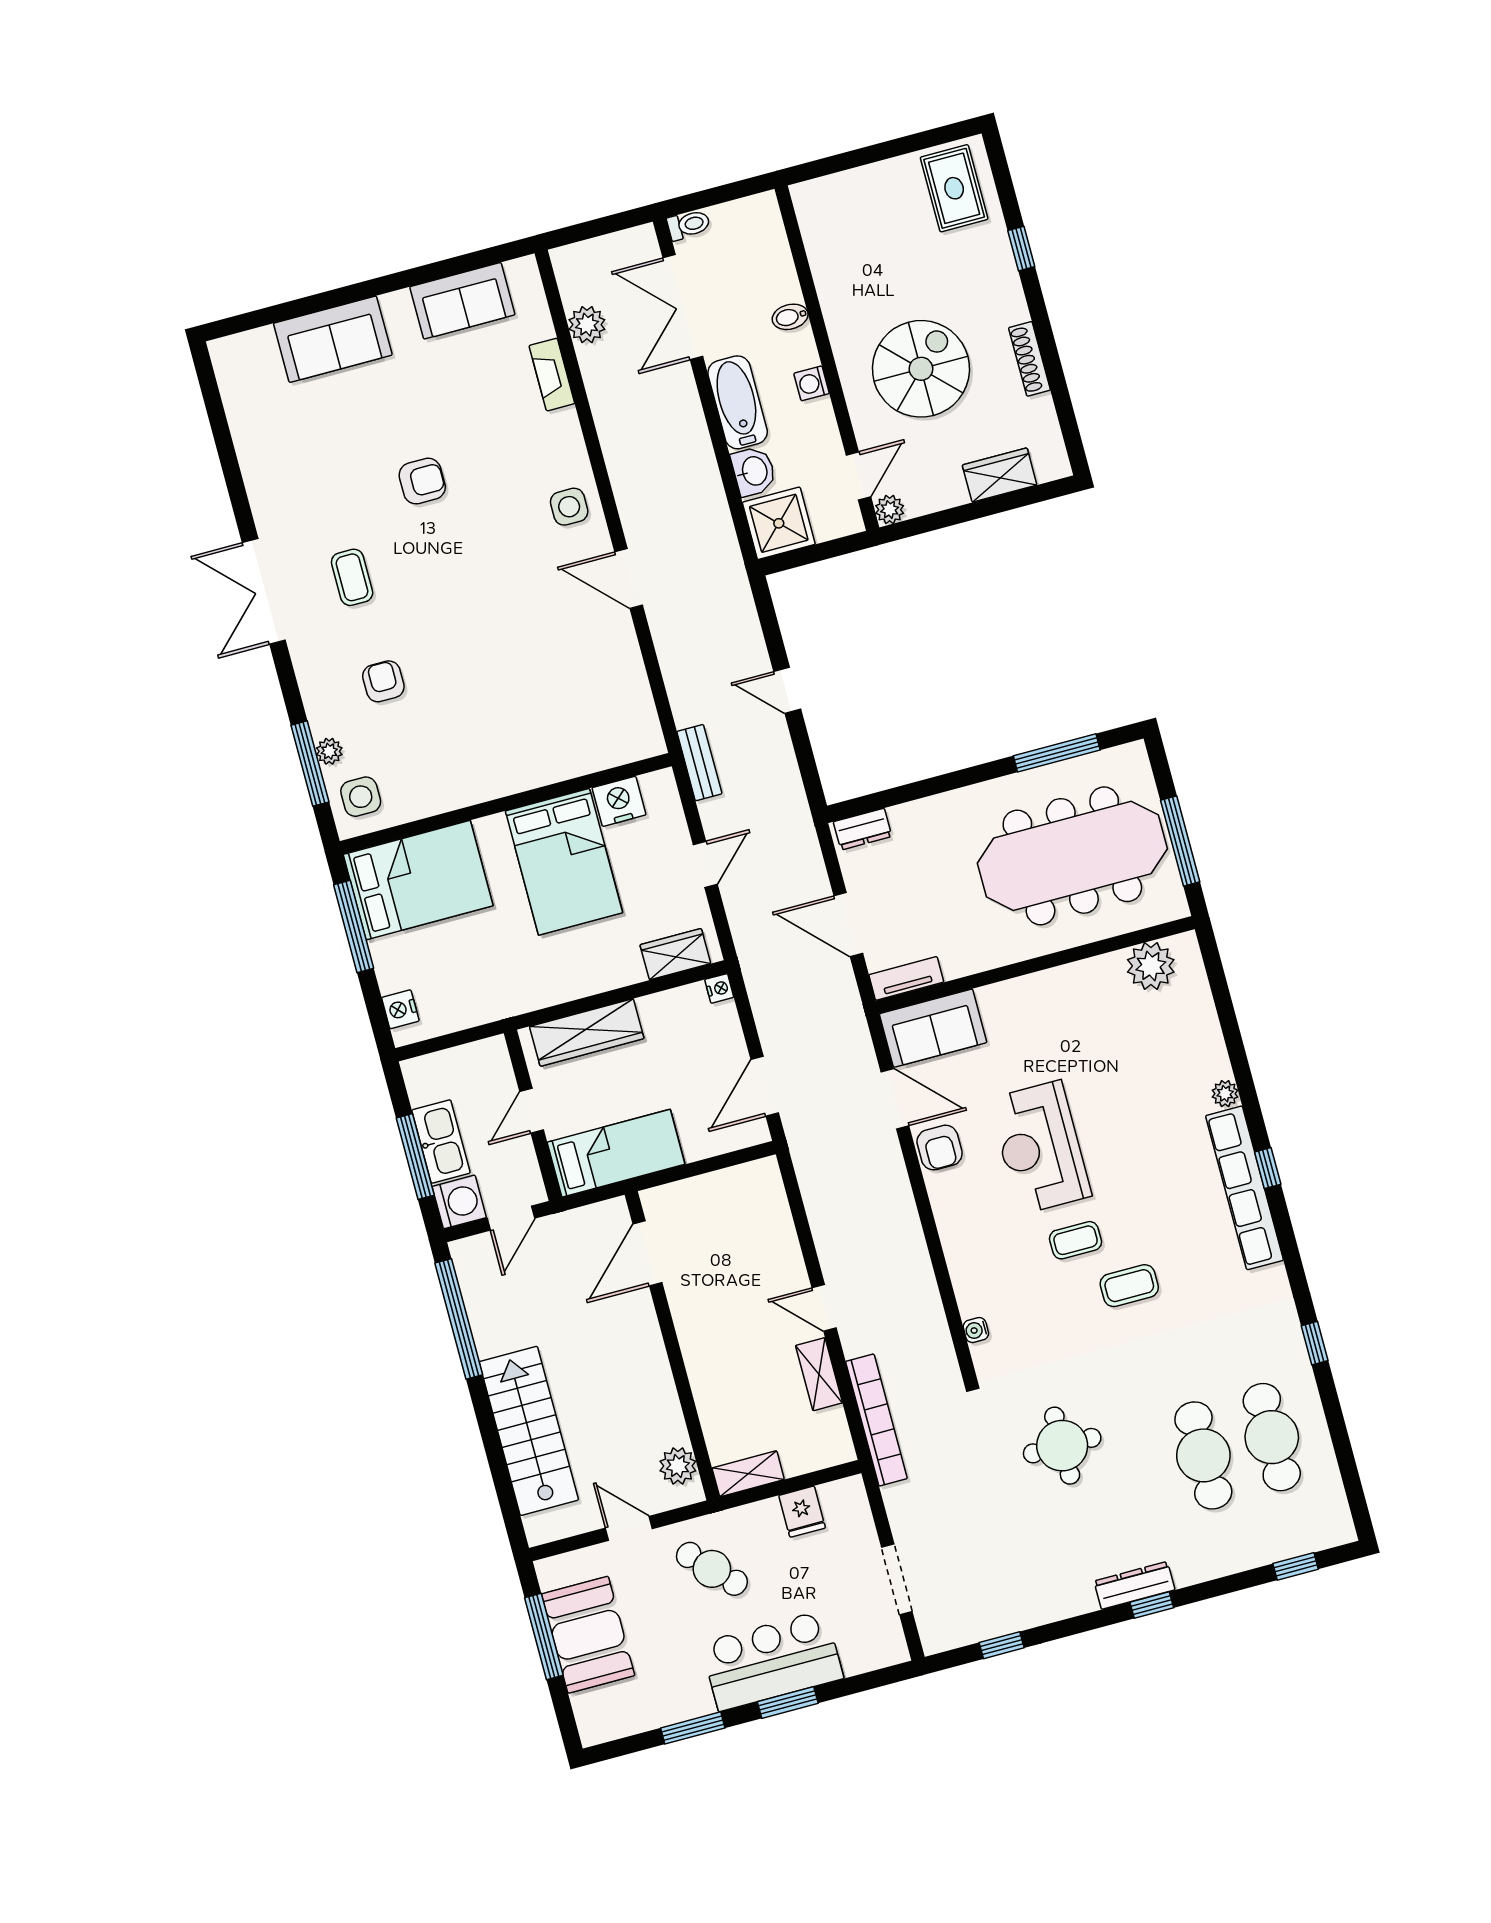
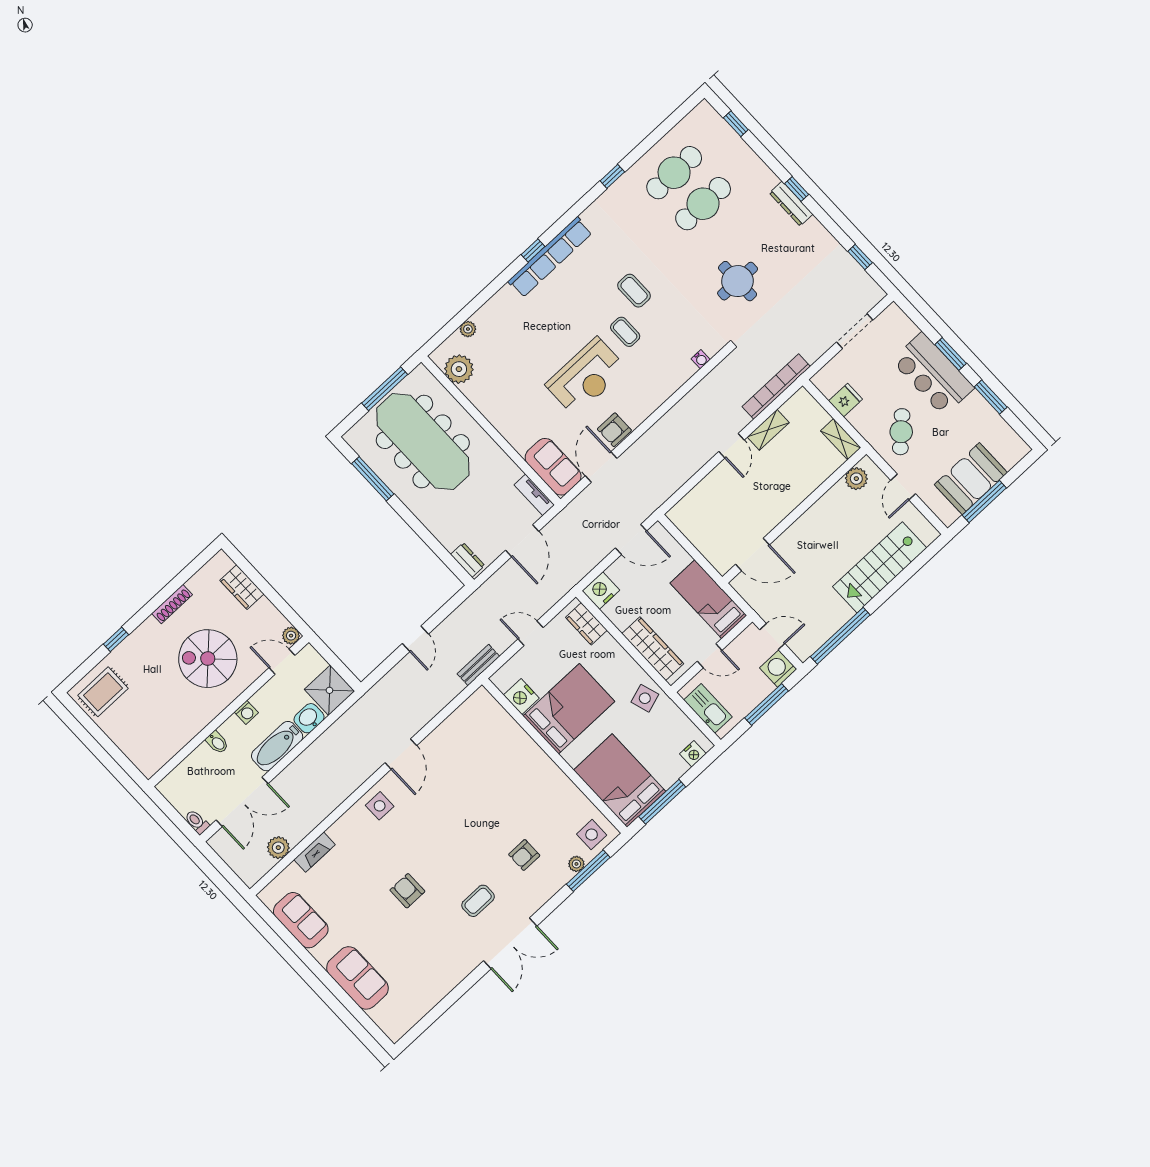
side table: (520, 982) -> (645, 698), added
nightstand: (719, 988) -> (601, 591), width x1.89, depth x1.79
plant: (1225, 1094) -> (468, 329), moved
kitchen sink: (441, 1142) -> (708, 708), moved, turned 90
armchair: (940, 1148) -> (614, 430), turned 180

